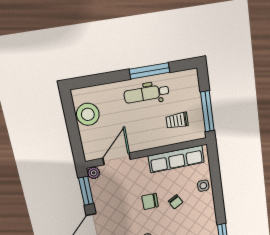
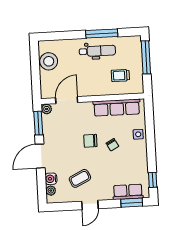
dental chair: (147, 94) -> (97, 51), turned 180
window: (207, 111) -> (146, 57), moved

